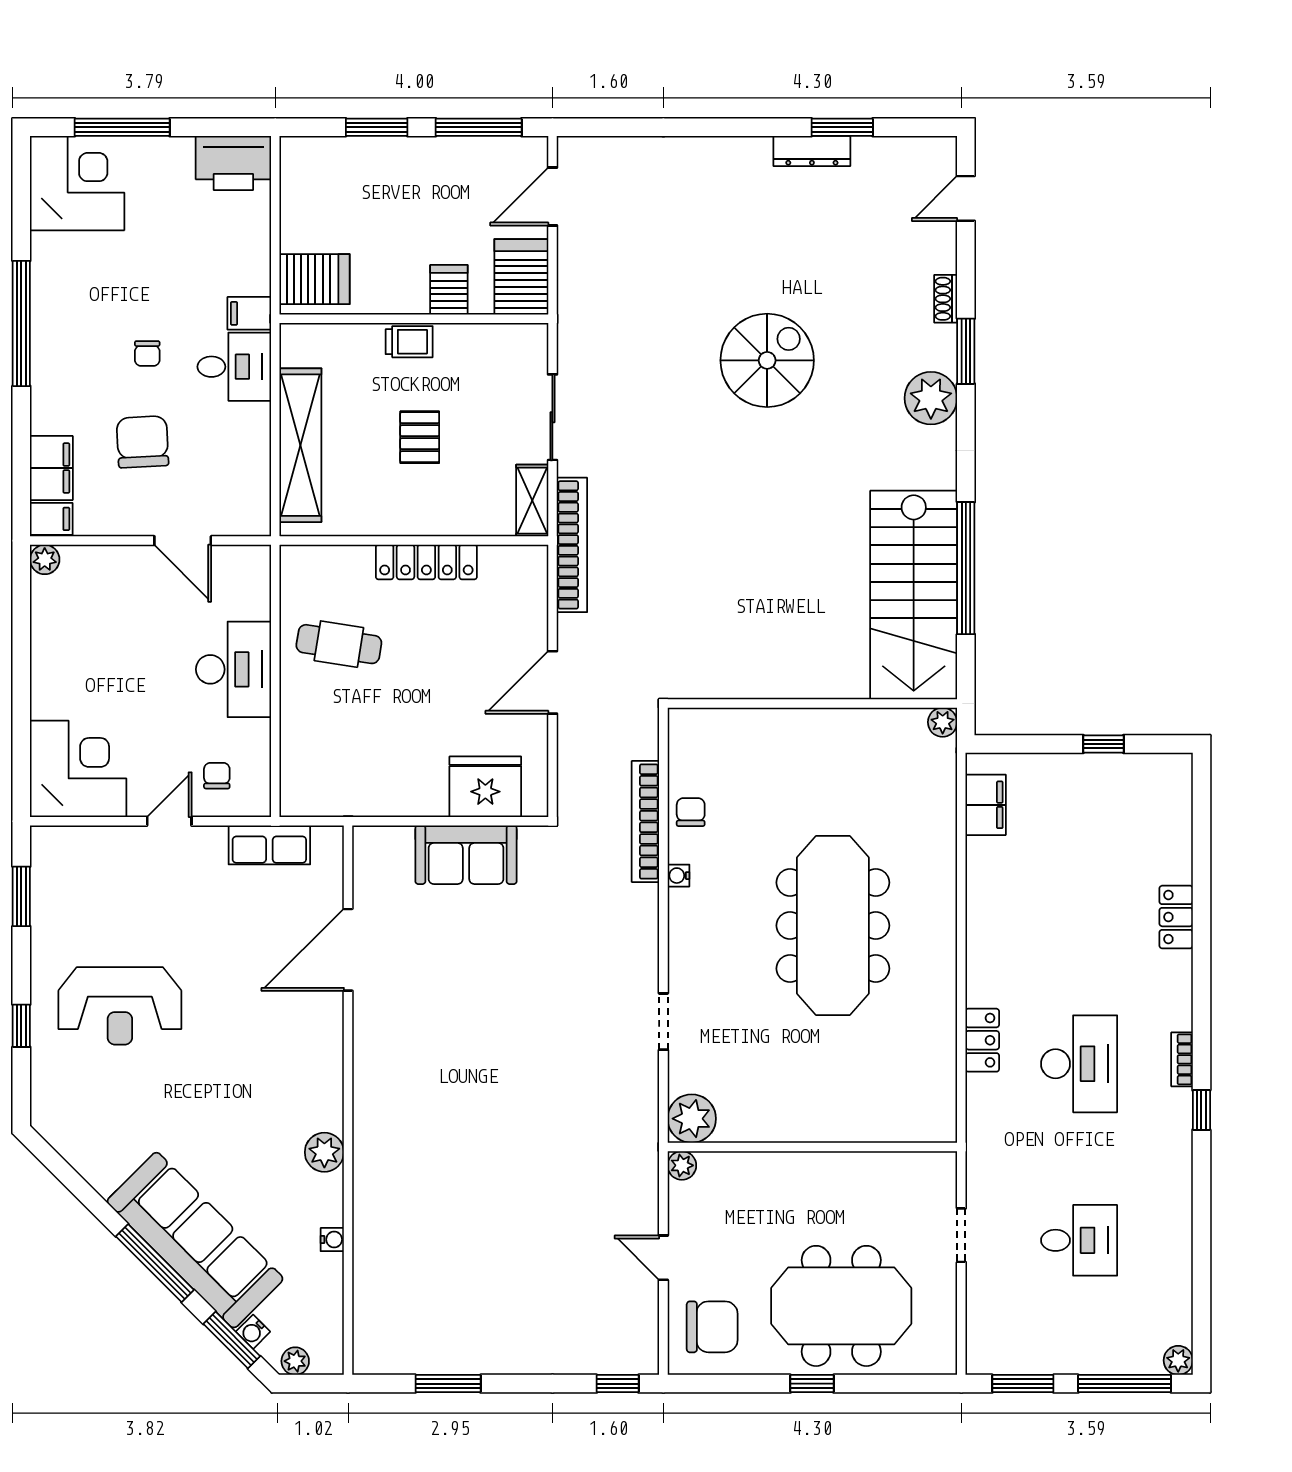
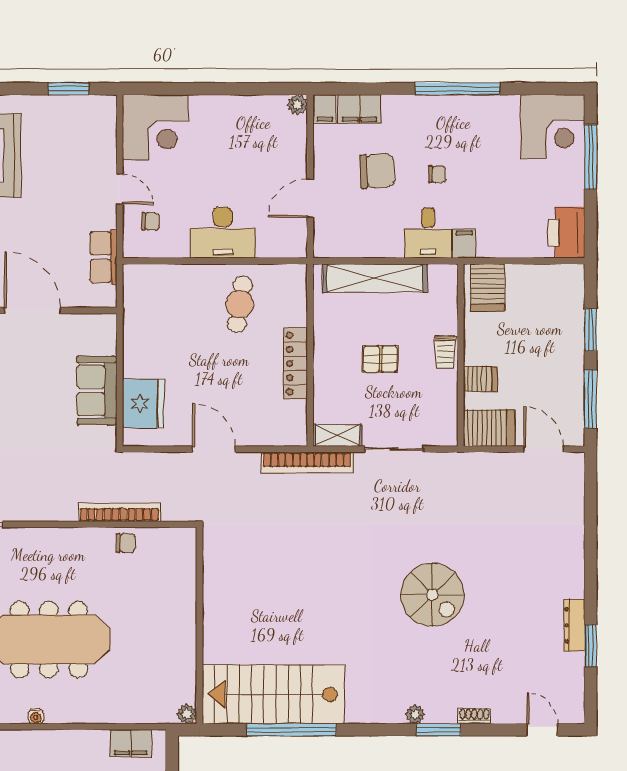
chair: (147, 353) -> (437, 174), turned 180
plant: (931, 398) -> (415, 714), width x0.53, depth x0.53
water cooler: (678, 876) -> (36, 716), moved, turned 180

